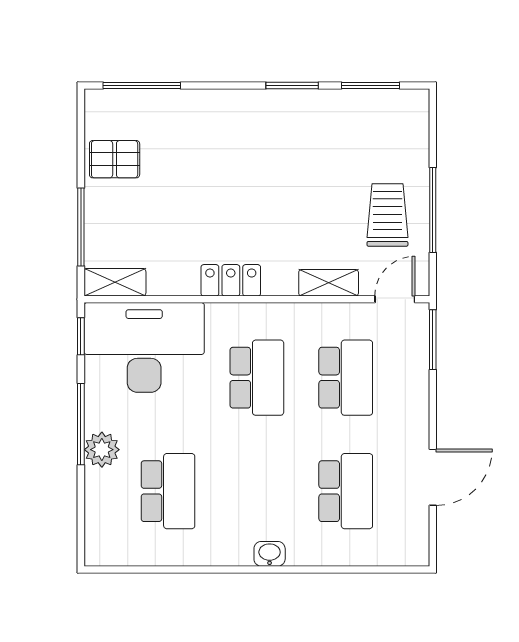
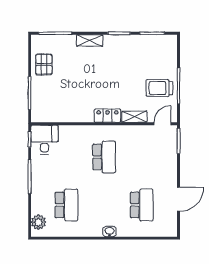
pallet: (115, 159) -> (44, 64), turned 90
trolley: (387, 215) -> (159, 88), turned -90
locker: (231, 280) -> (108, 116), moved
shelving: (115, 282) -> (90, 40), moved
desk: (144, 347) -> (45, 140), width x0.53, depth x0.77
school desk: (346, 378) -> (142, 157), removed
plant: (102, 450) -> (38, 222), moved

